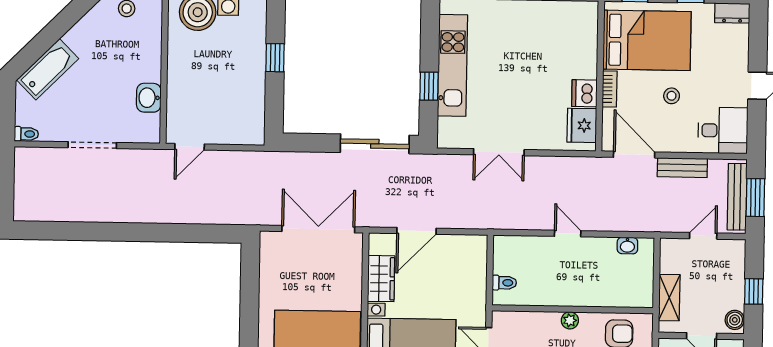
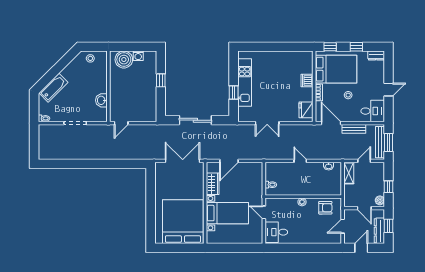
dishwasher: (584, 93) -> (307, 81), moved
sliding door: (375, 144) -> (195, 120), moved
shelving: (669, 298) -> (349, 173), moved

